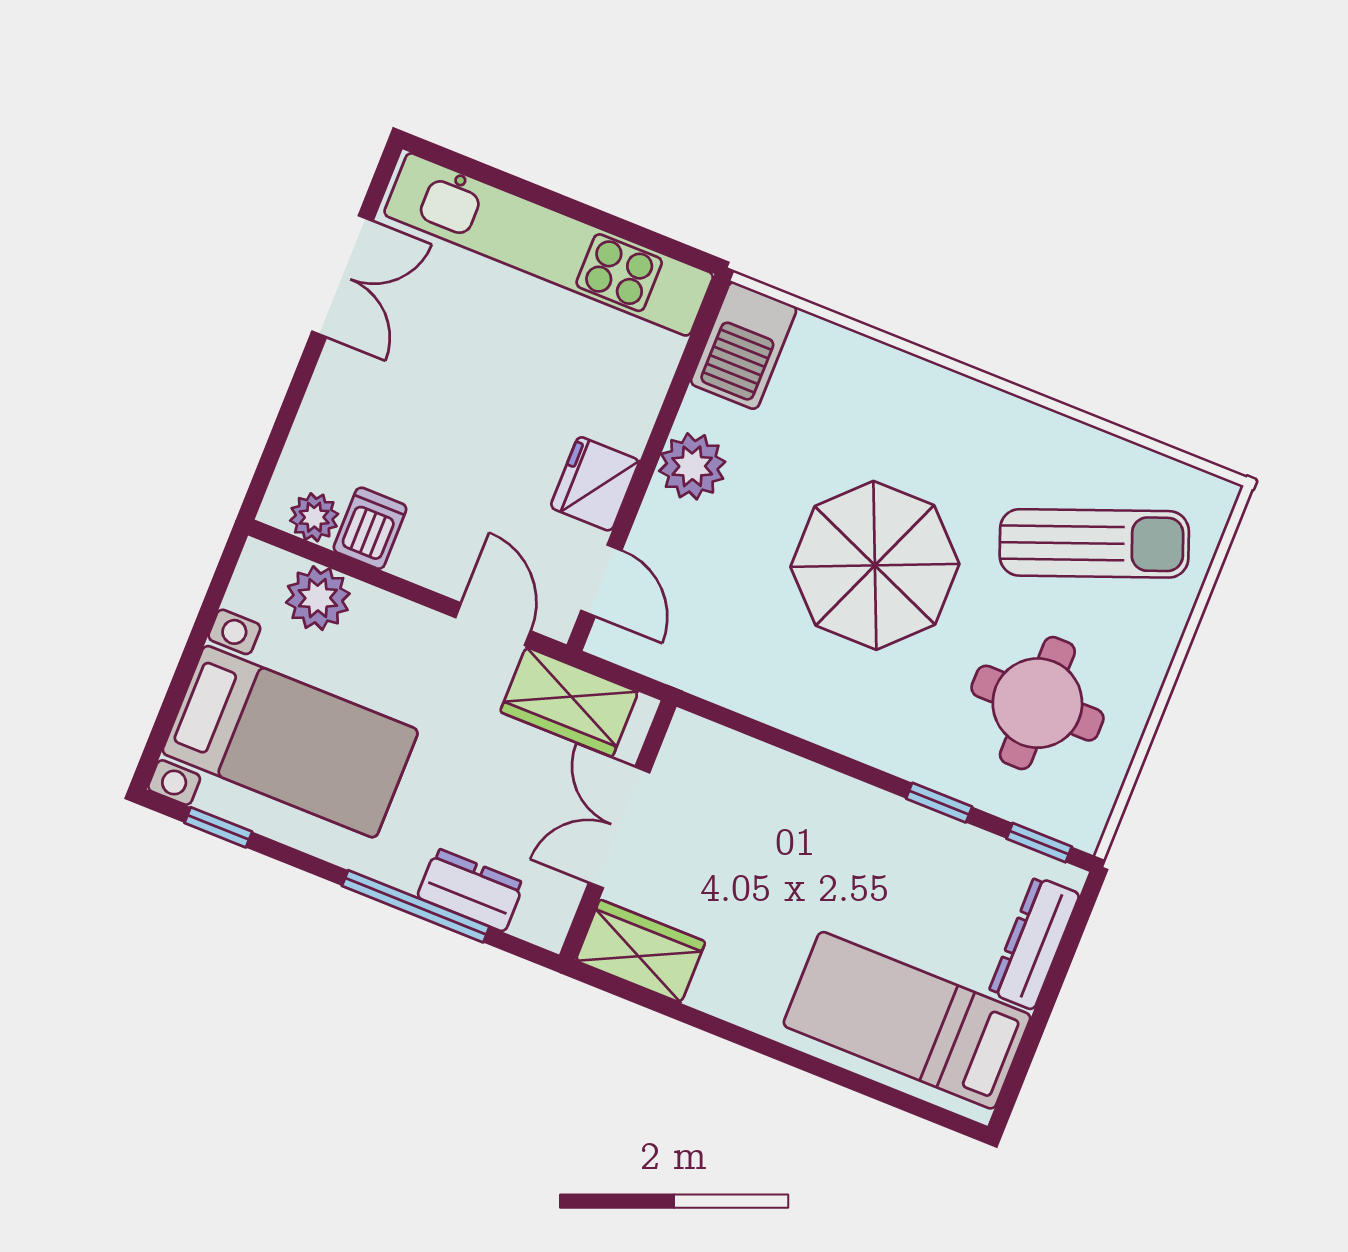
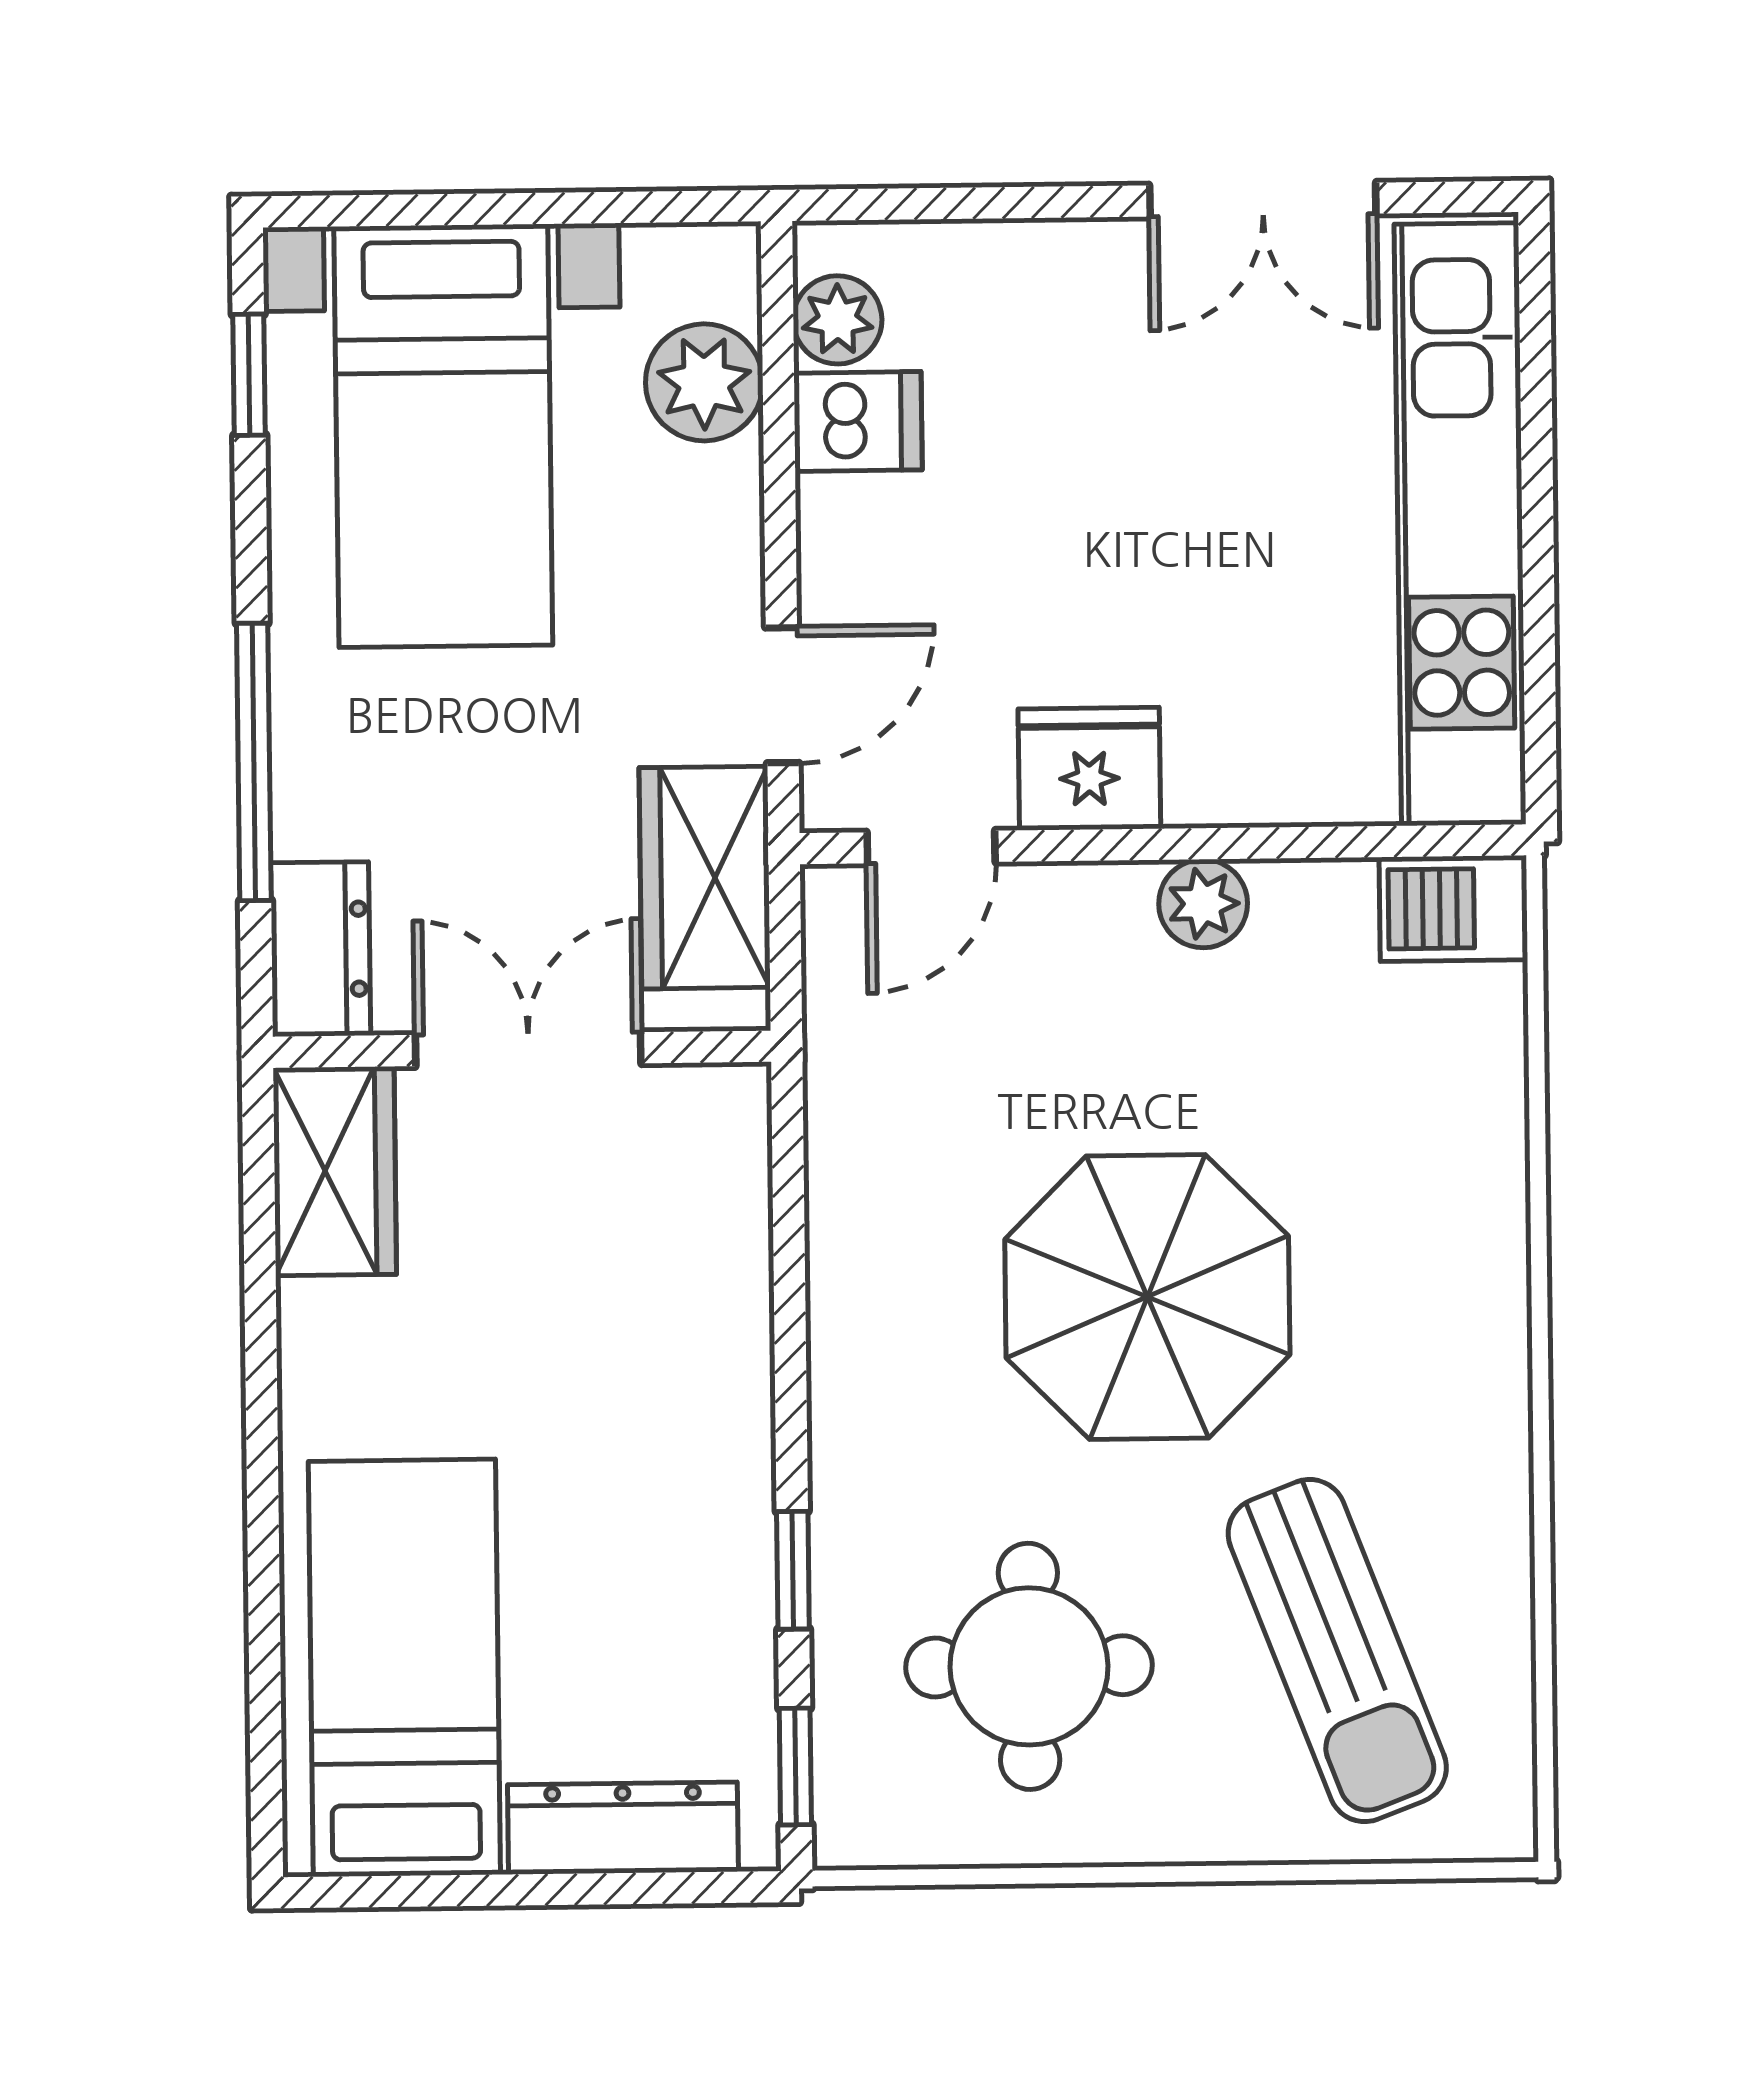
barbecue: (744, 346) -> (1453, 909), width x0.73, depth x0.79
plant: (692, 466) -> (1203, 904), width x0.73, depth x0.73
dresser: (471, 890) -> (321, 949), moved

